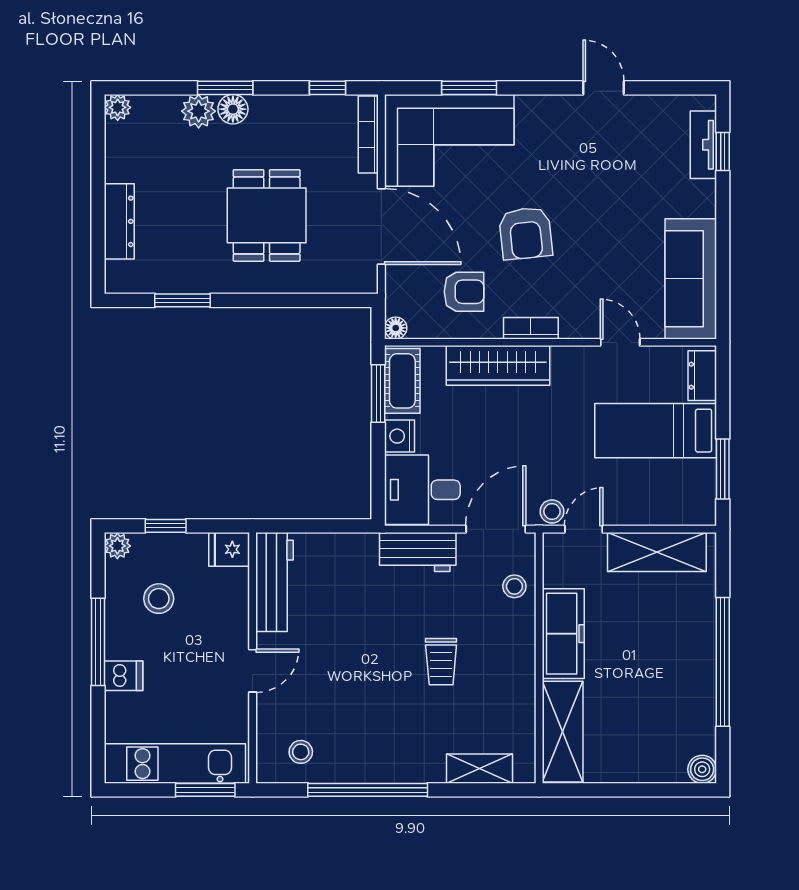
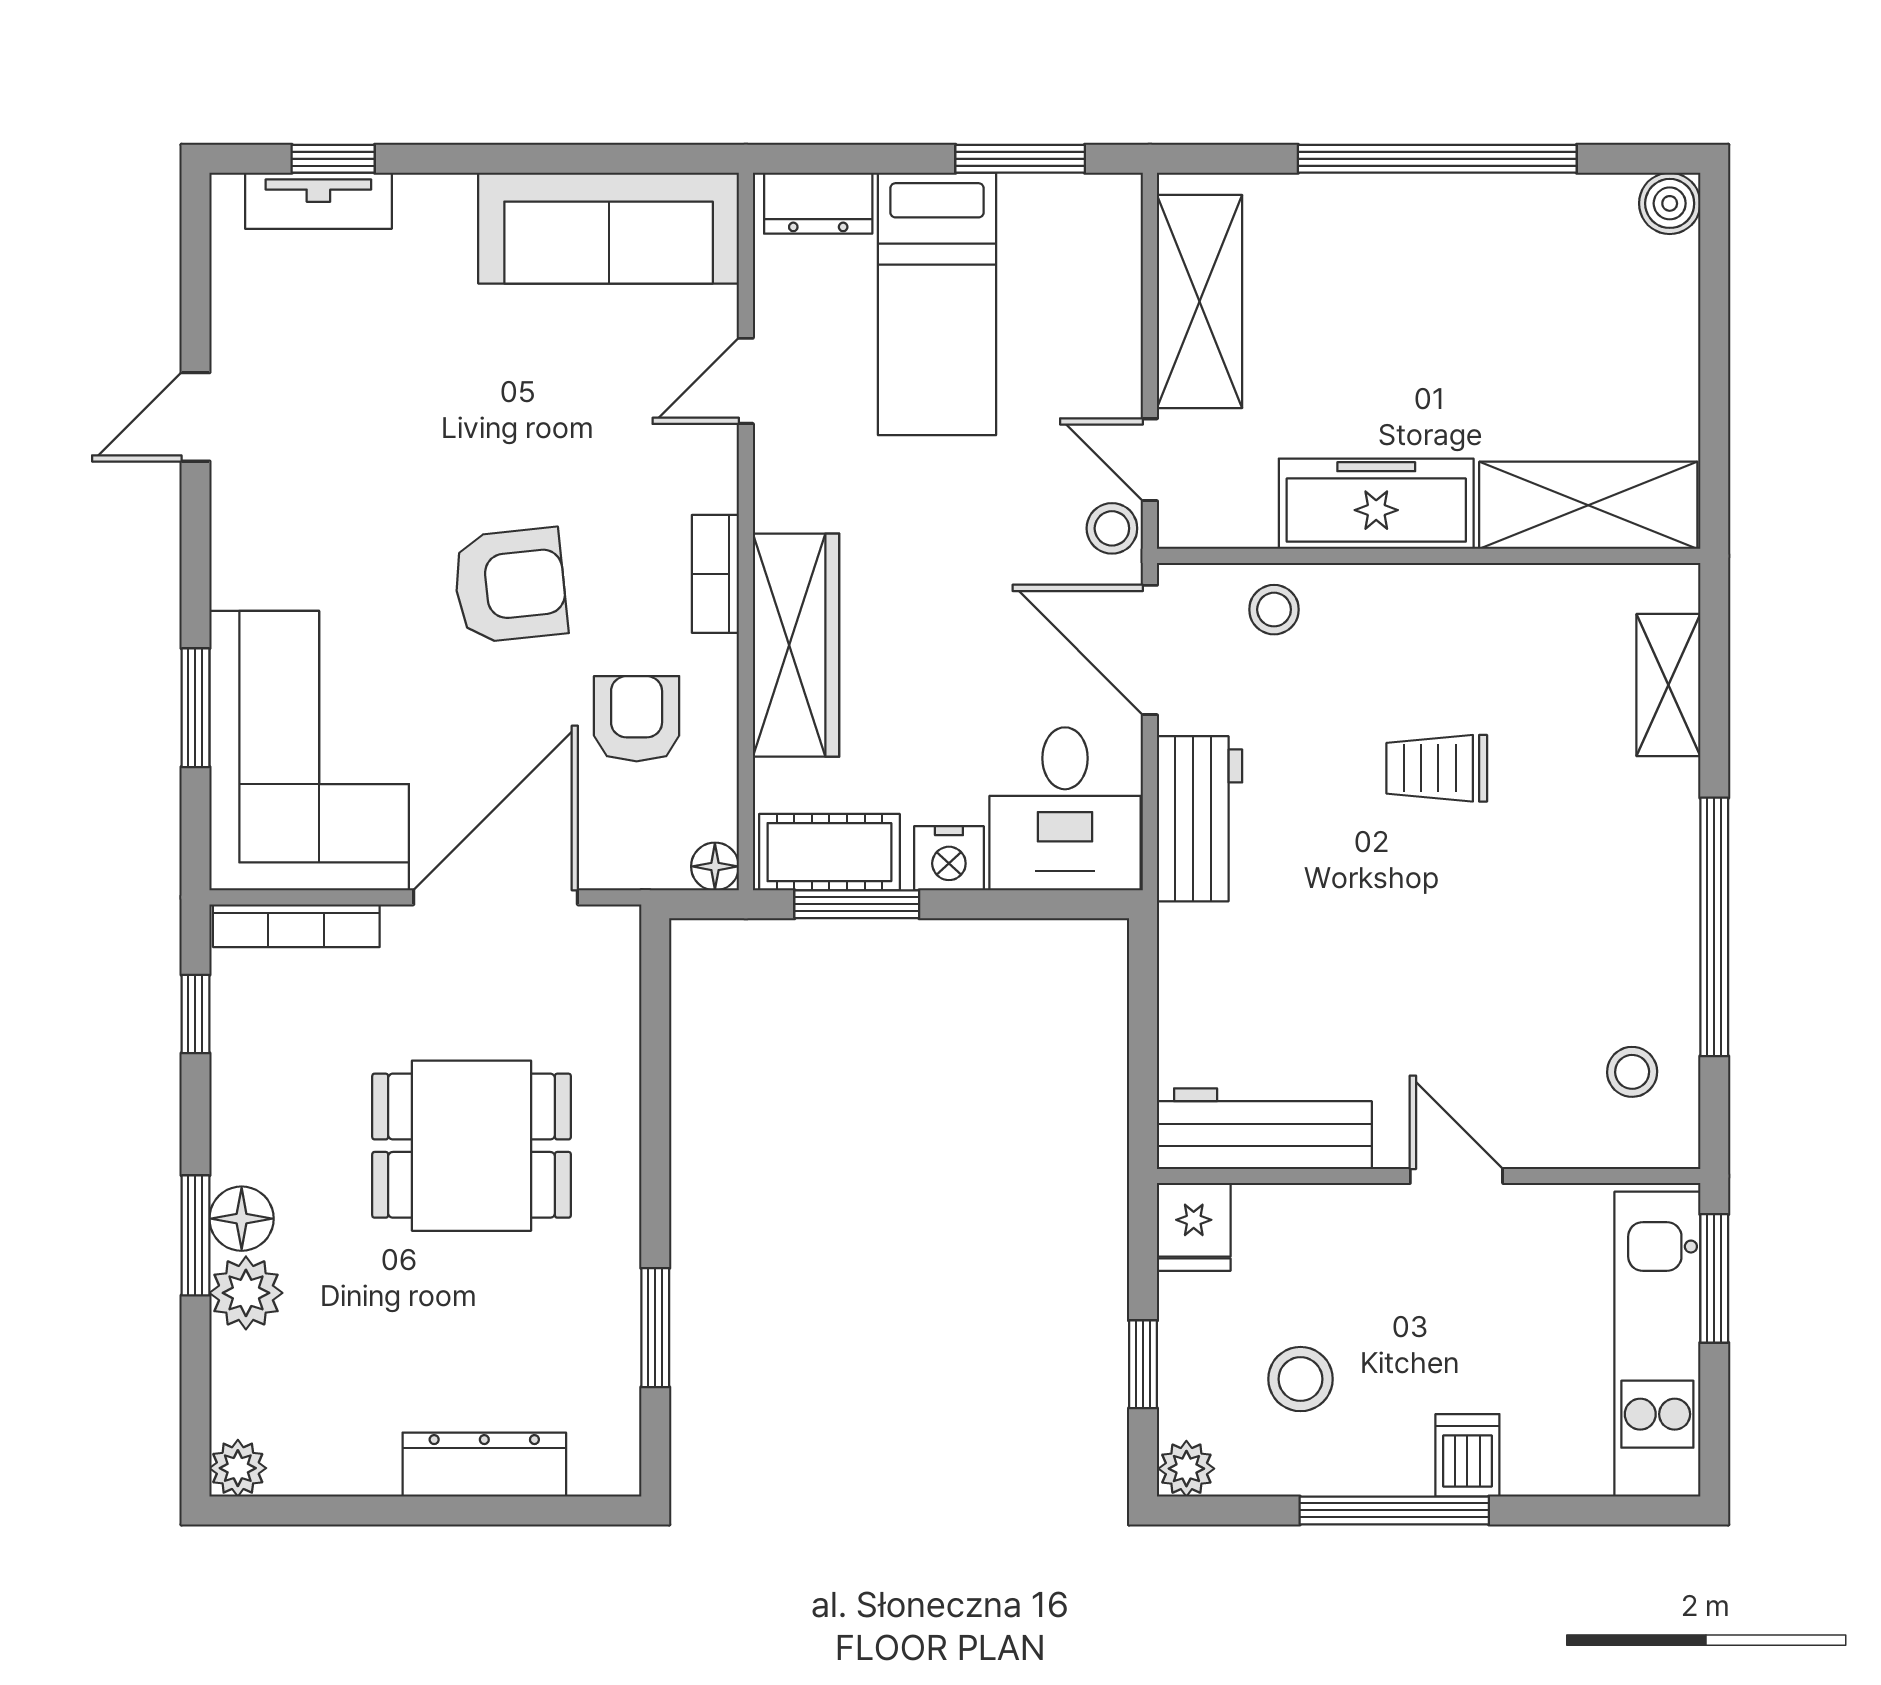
trolley: (441, 662) -> (1437, 768), turned 180

